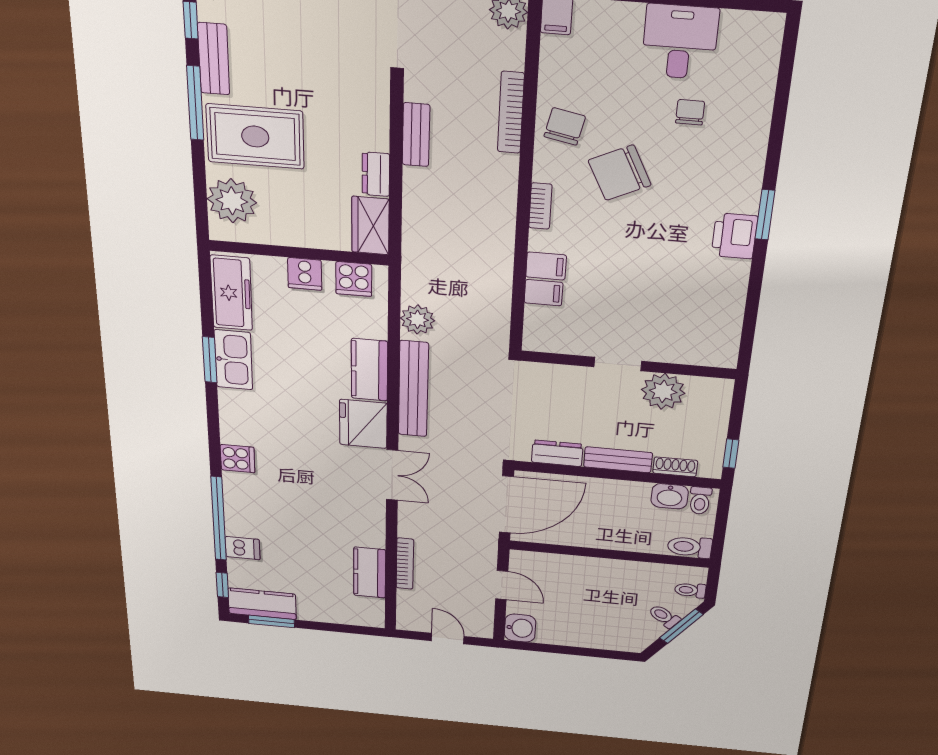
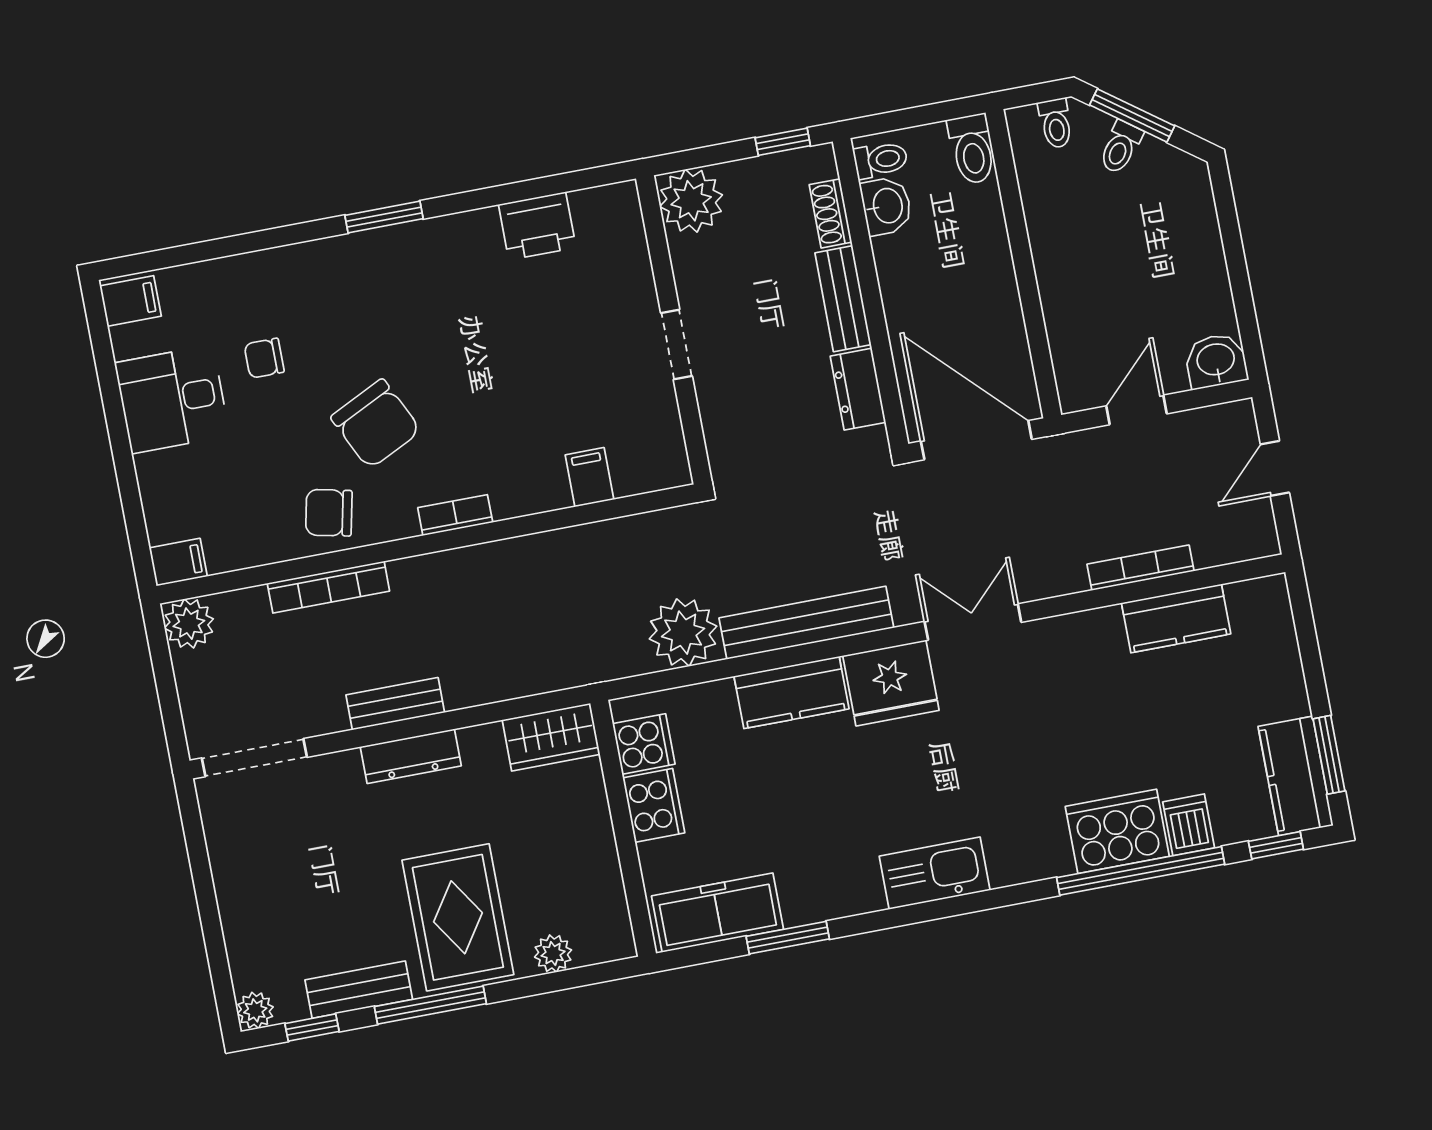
dresser: (376, 174) -> (411, 756), moved, width x1.44
plant: (232, 201) -> (553, 954), width x0.53, depth x0.53
printer: (734, 236) -> (537, 226), moved
filing cabinet: (546, 266) -> (130, 301), moved, turned 90
cooker: (305, 274) -> (654, 805), width x1.36
plant: (417, 319) -> (683, 633), width x1.36, depth x1.36
window: (210, 360) -> (788, 938), moved
kitchen sink: (233, 360) -> (935, 873), moved
plant: (663, 391) -> (691, 201), moved
cooker: (238, 459) -> (1117, 831), moved, width x1.87, depth x1.31

